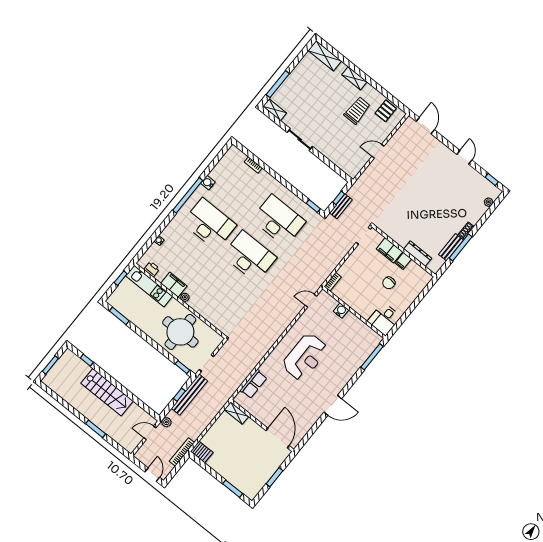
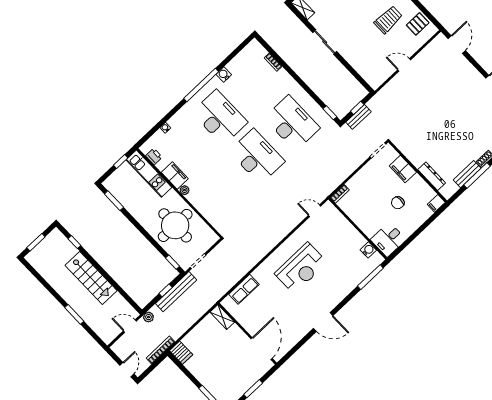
filing cabinet: (403, 261) -> (436, 203), moved
water cooler: (341, 311) -> (368, 250), moved

